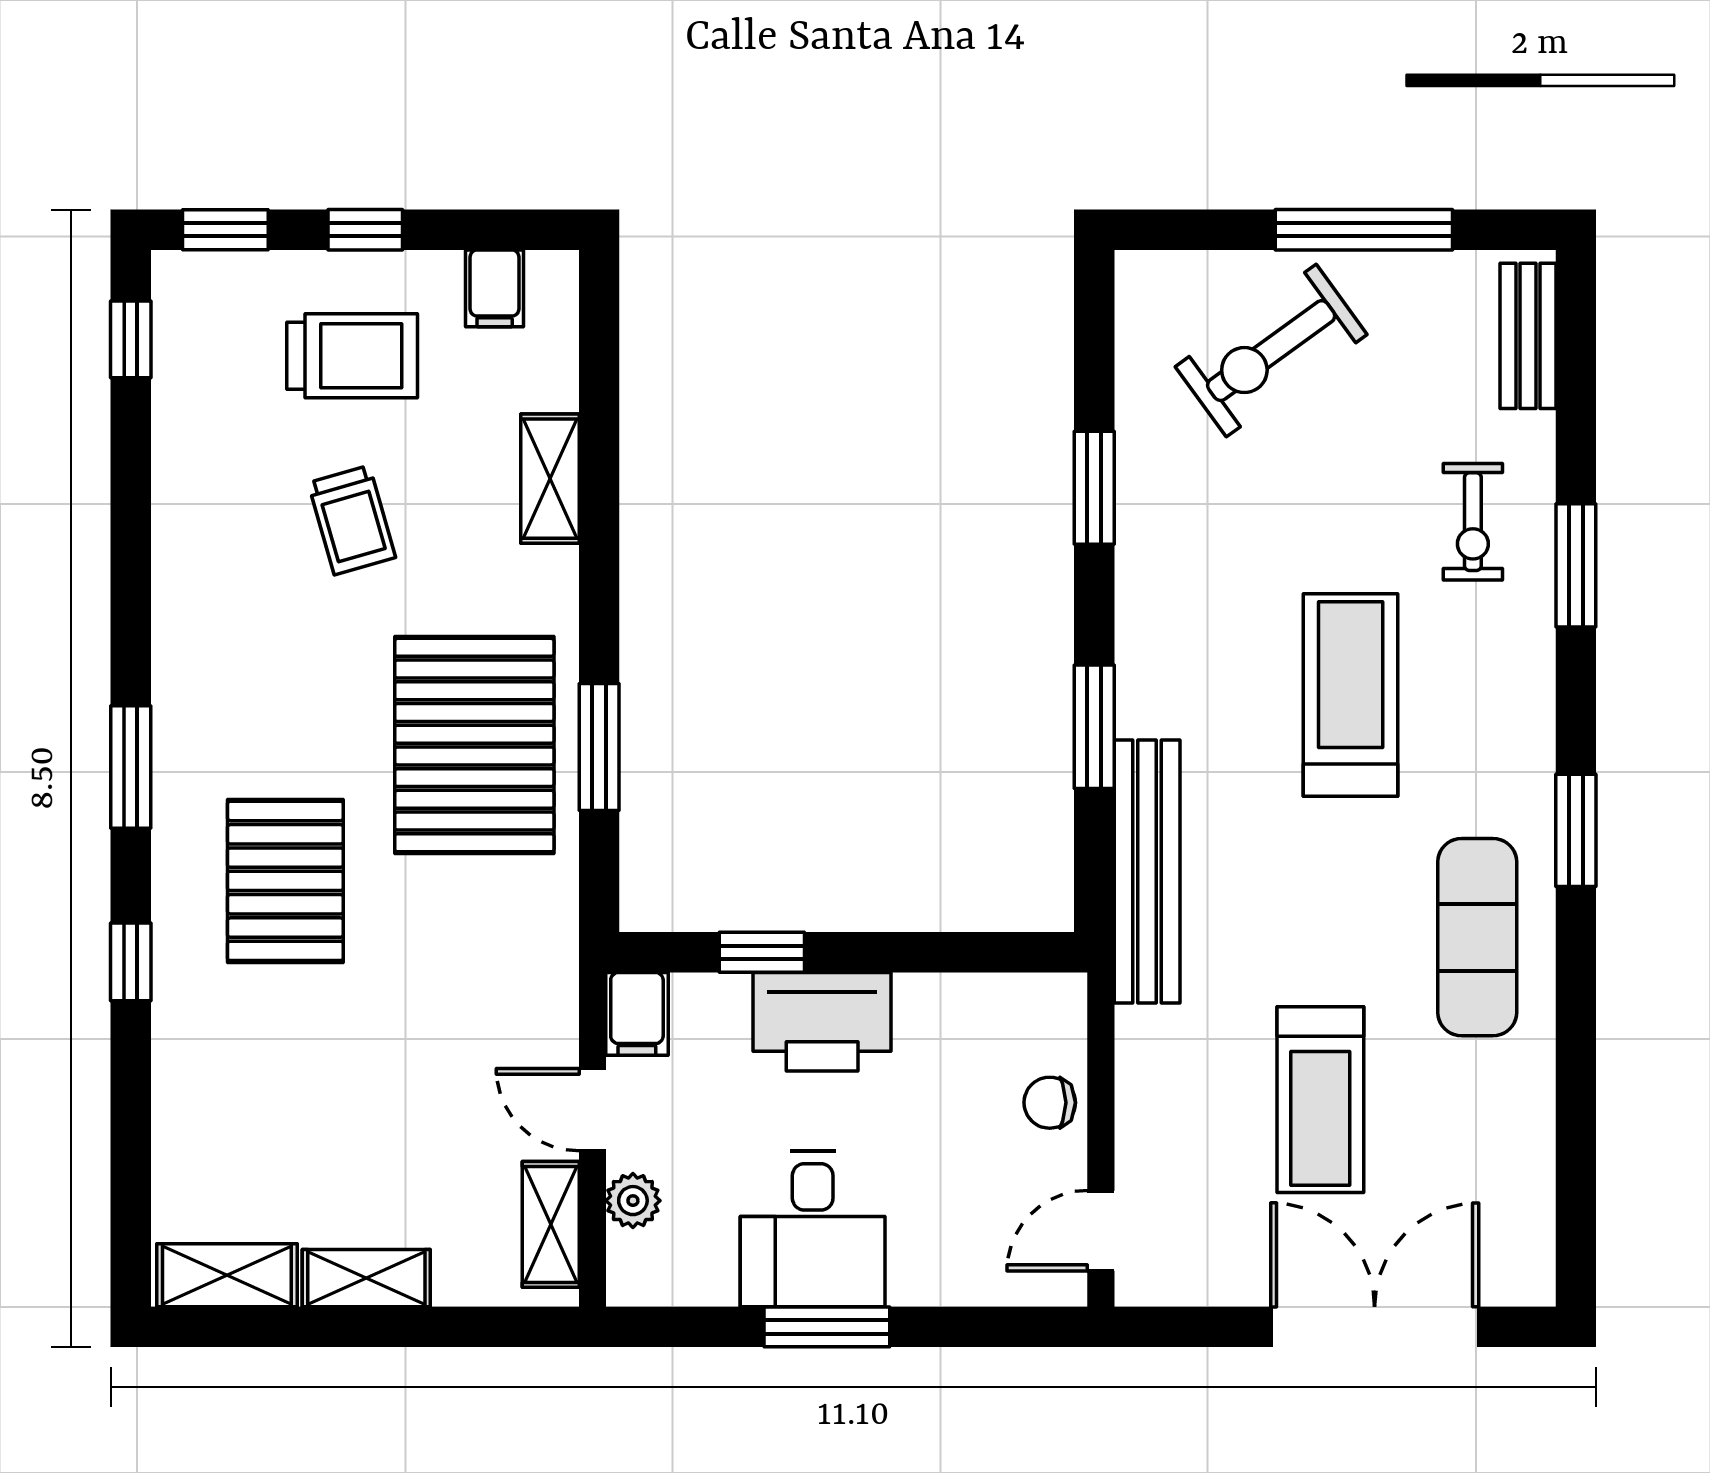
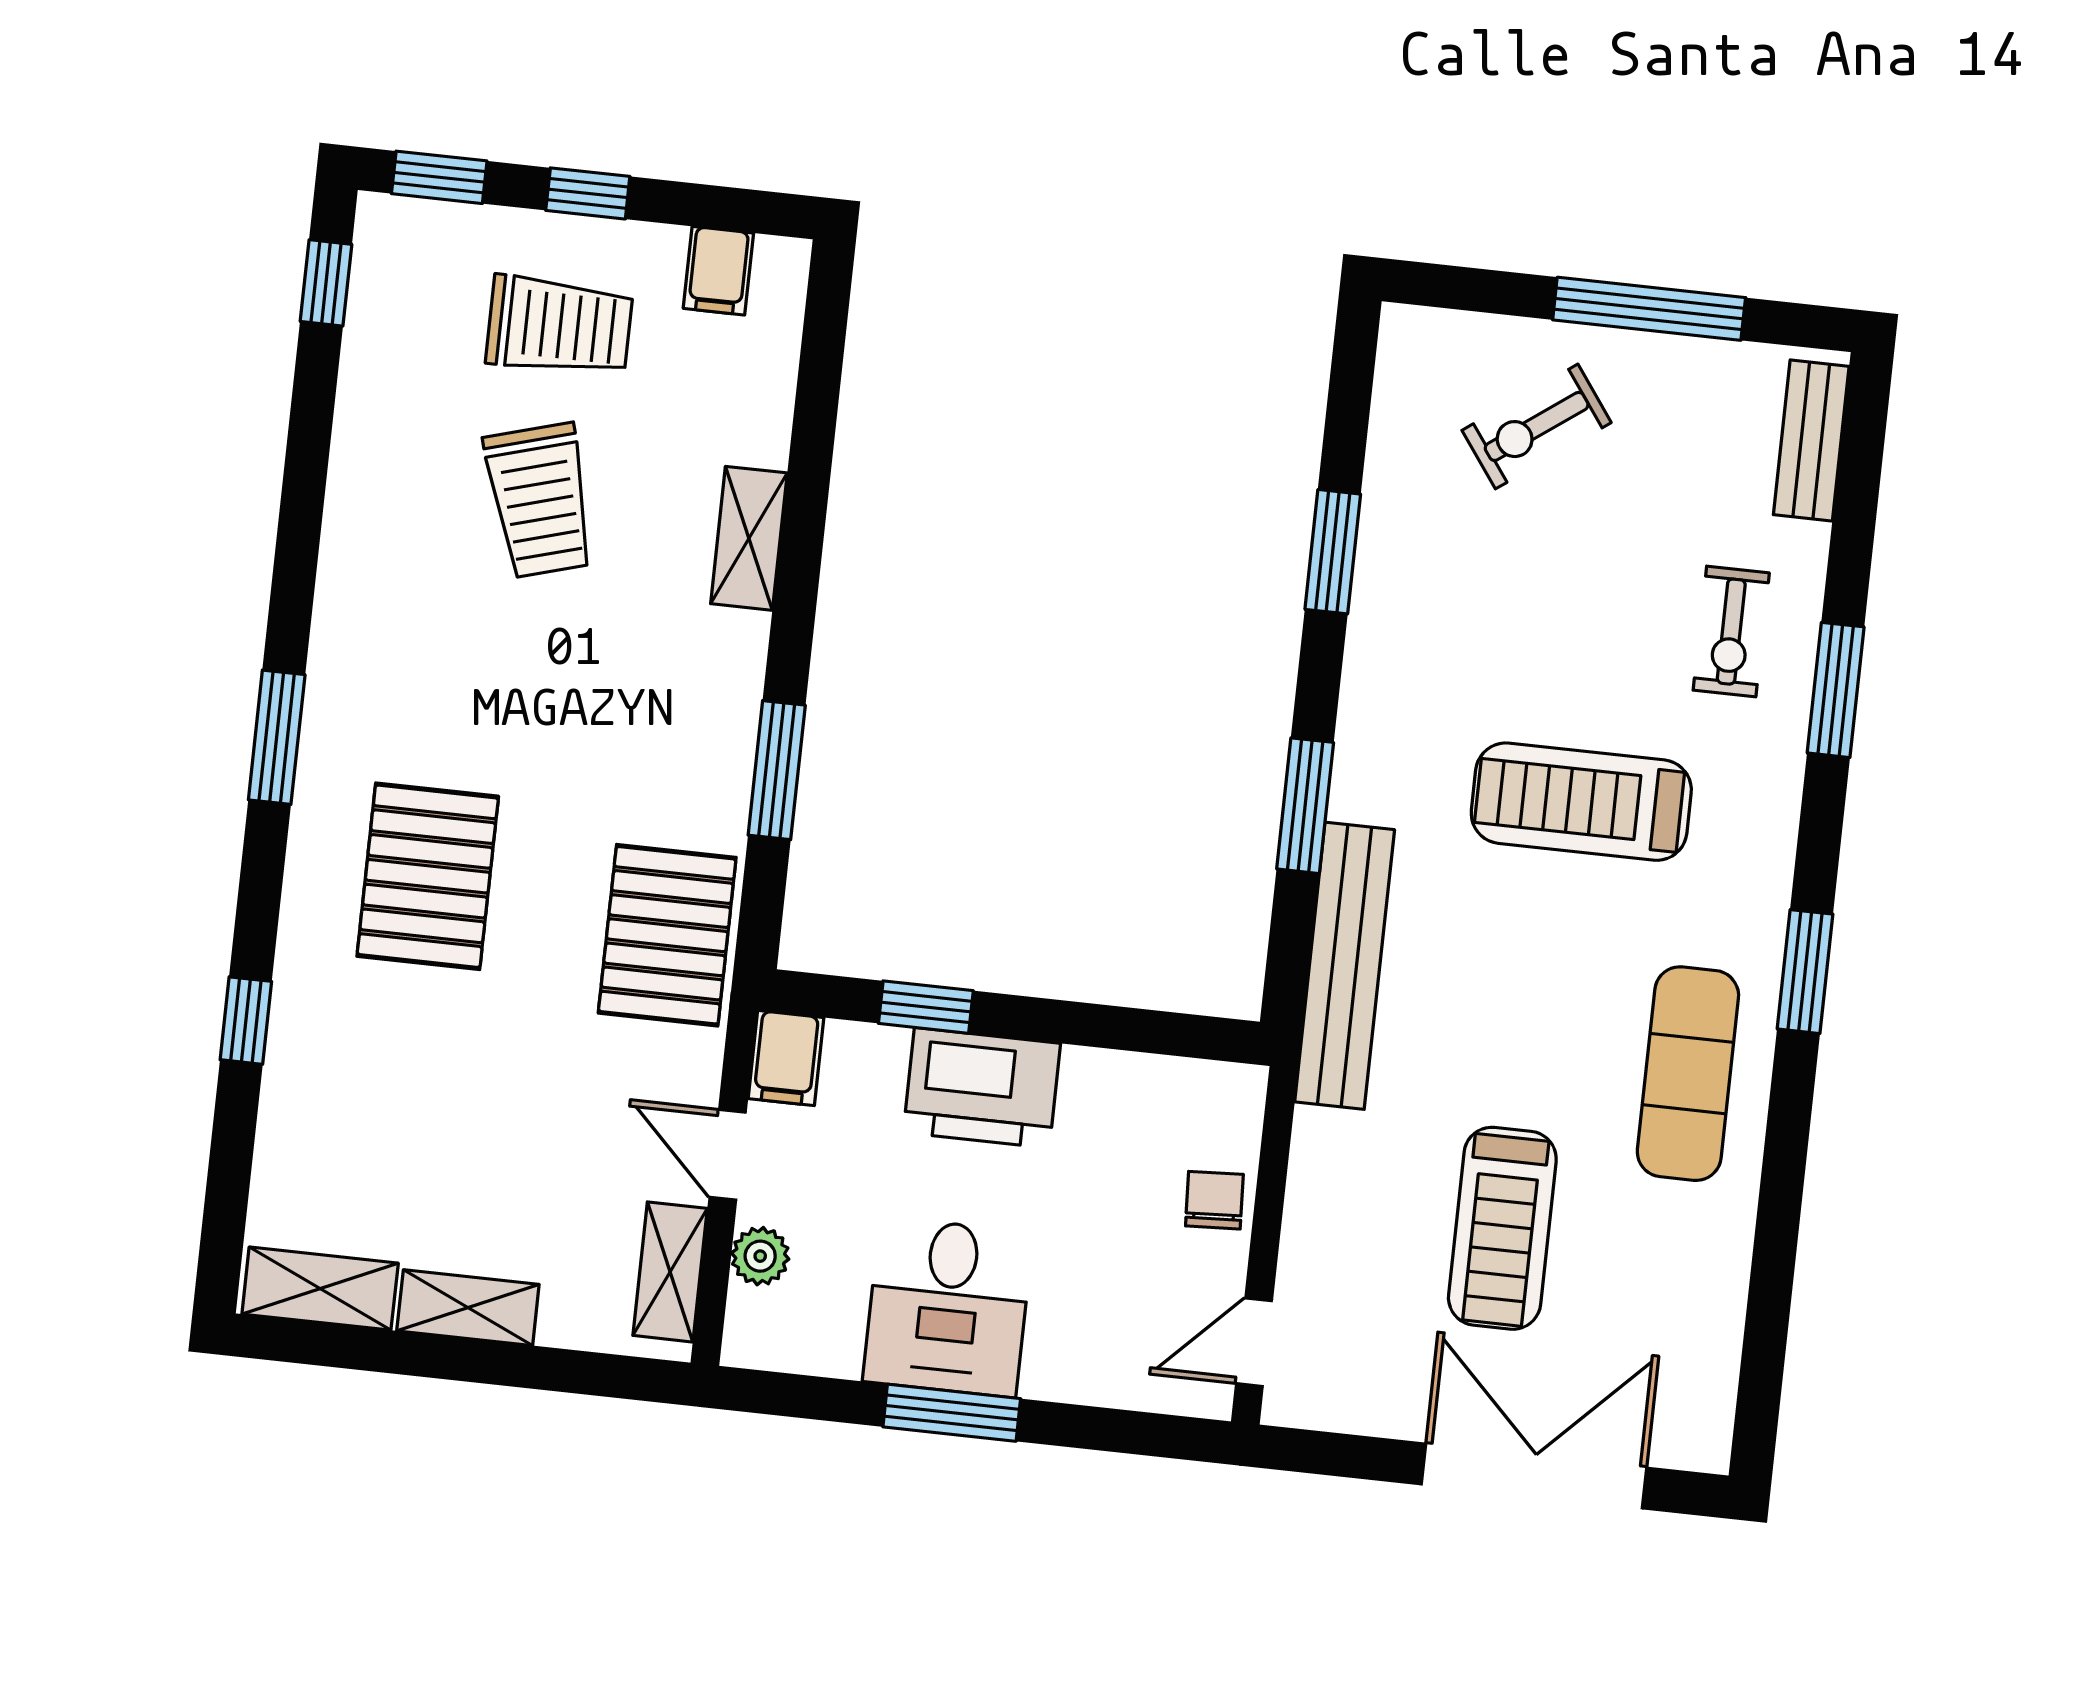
exercise bike: (1271, 351) -> (1537, 426), width x0.73, depth x0.72
shelving: (550, 479) -> (749, 538), moved
trolley: (352, 520) -> (540, 500), width x1.36, depth x1.39
treadmill: (1351, 695) -> (1581, 802), turned -90
pallet: (474, 745) -> (667, 935), moved, width x0.73, depth x0.71
window: (131, 962) -> (246, 1021), moved
chair: (1050, 1103) -> (1214, 1200), turned 87

